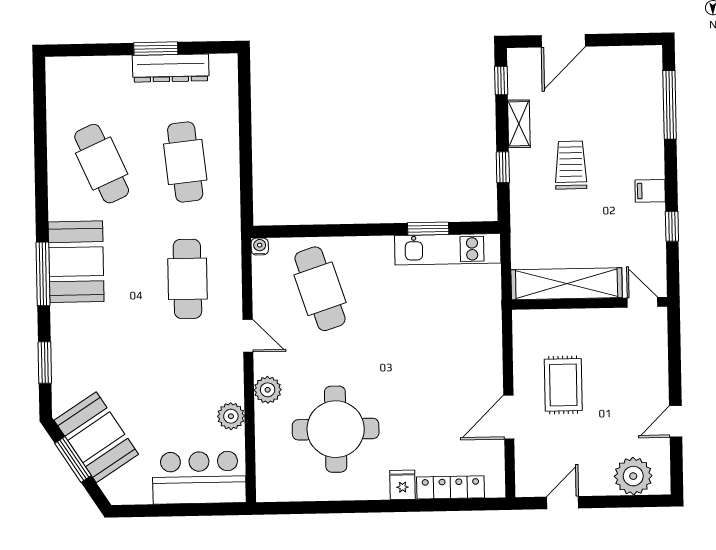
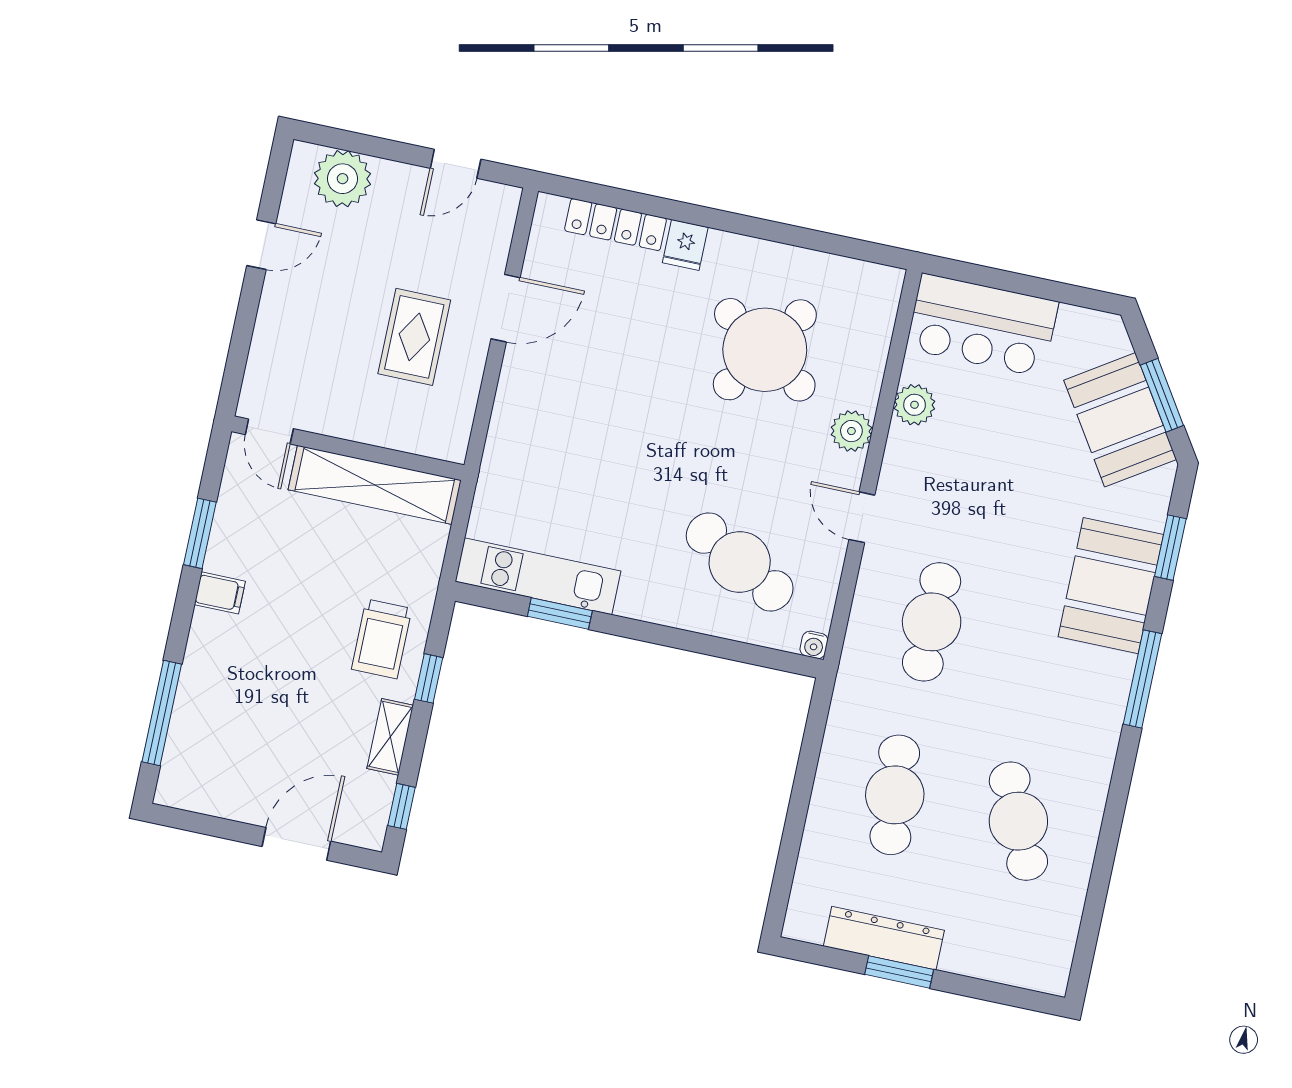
trolley: (571, 165) -> (382, 639), moved
window: (672, 226) -> (200, 533), width x1.50
booth: (76, 262) -> (1111, 586), moved
cafe table: (320, 289) -> (740, 562), turned -43
round table: (336, 429) -> (765, 350), turned 34

